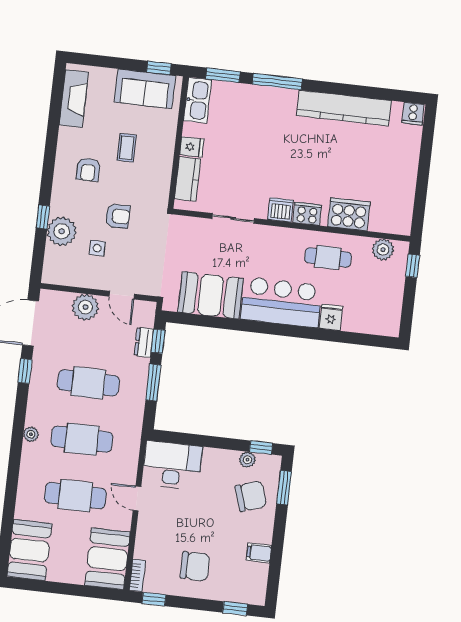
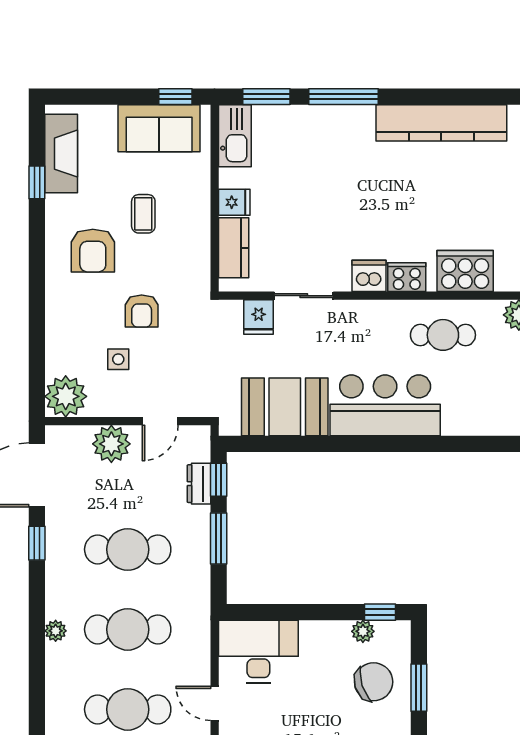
armchair: (88, 170) -> (93, 251), width x1.38, depth x1.38
armchair: (118, 216) -> (142, 311), turned 90
window: (43, 217) -> (37, 182), moved
plant: (62, 231) -> (66, 396), moved
door: (122, 295) -> (160, 421), hinge flipped
fridge: (331, 317) -> (259, 317), moved, turned 180
window: (284, 488) -> (419, 688), moved

